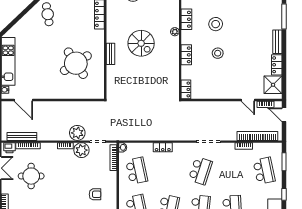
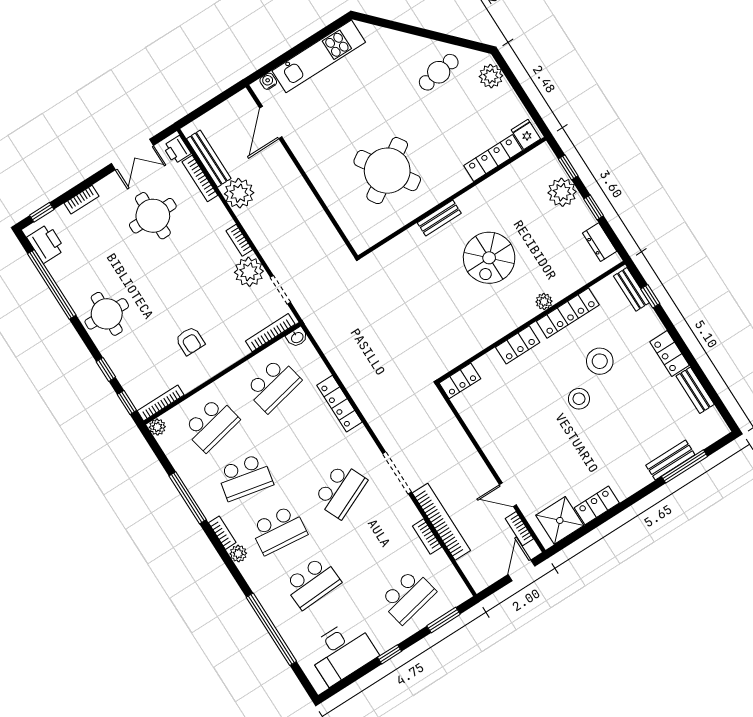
locker: (186, 19) -> (568, 313), width x1.53
bench: (277, 42) -> (670, 460), moved
stool: (218, 53) -> (579, 399), moved
door: (248, 100) -> (508, 495), hinge flipped
plant: (77, 133) -> (239, 193), moved
bookcase: (257, 136) -> (441, 522), moved
locker: (163, 147) -> (340, 404), width x1.53
school desk: (200, 171) -> (340, 491), turned -42

